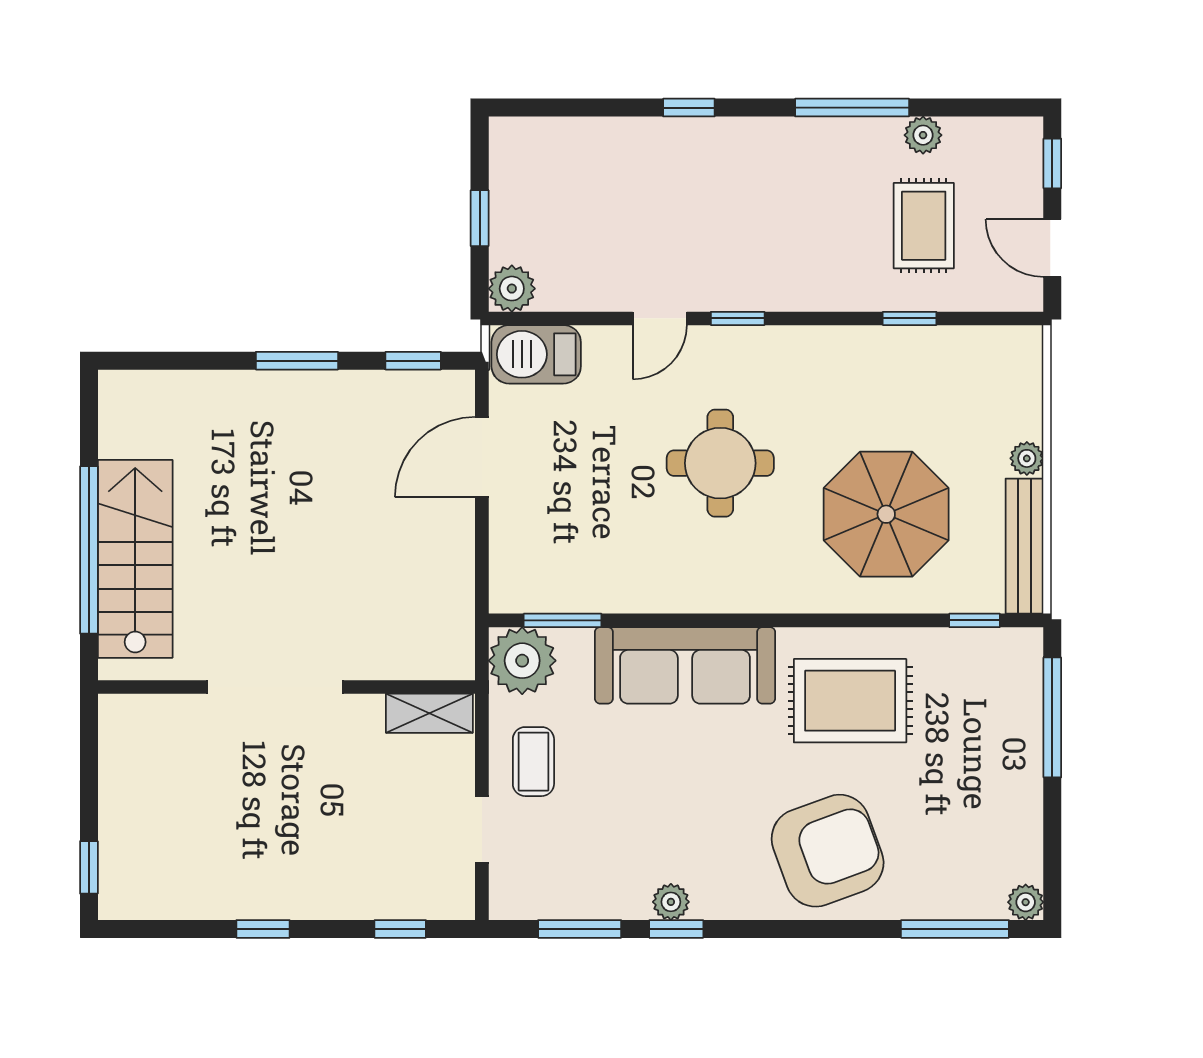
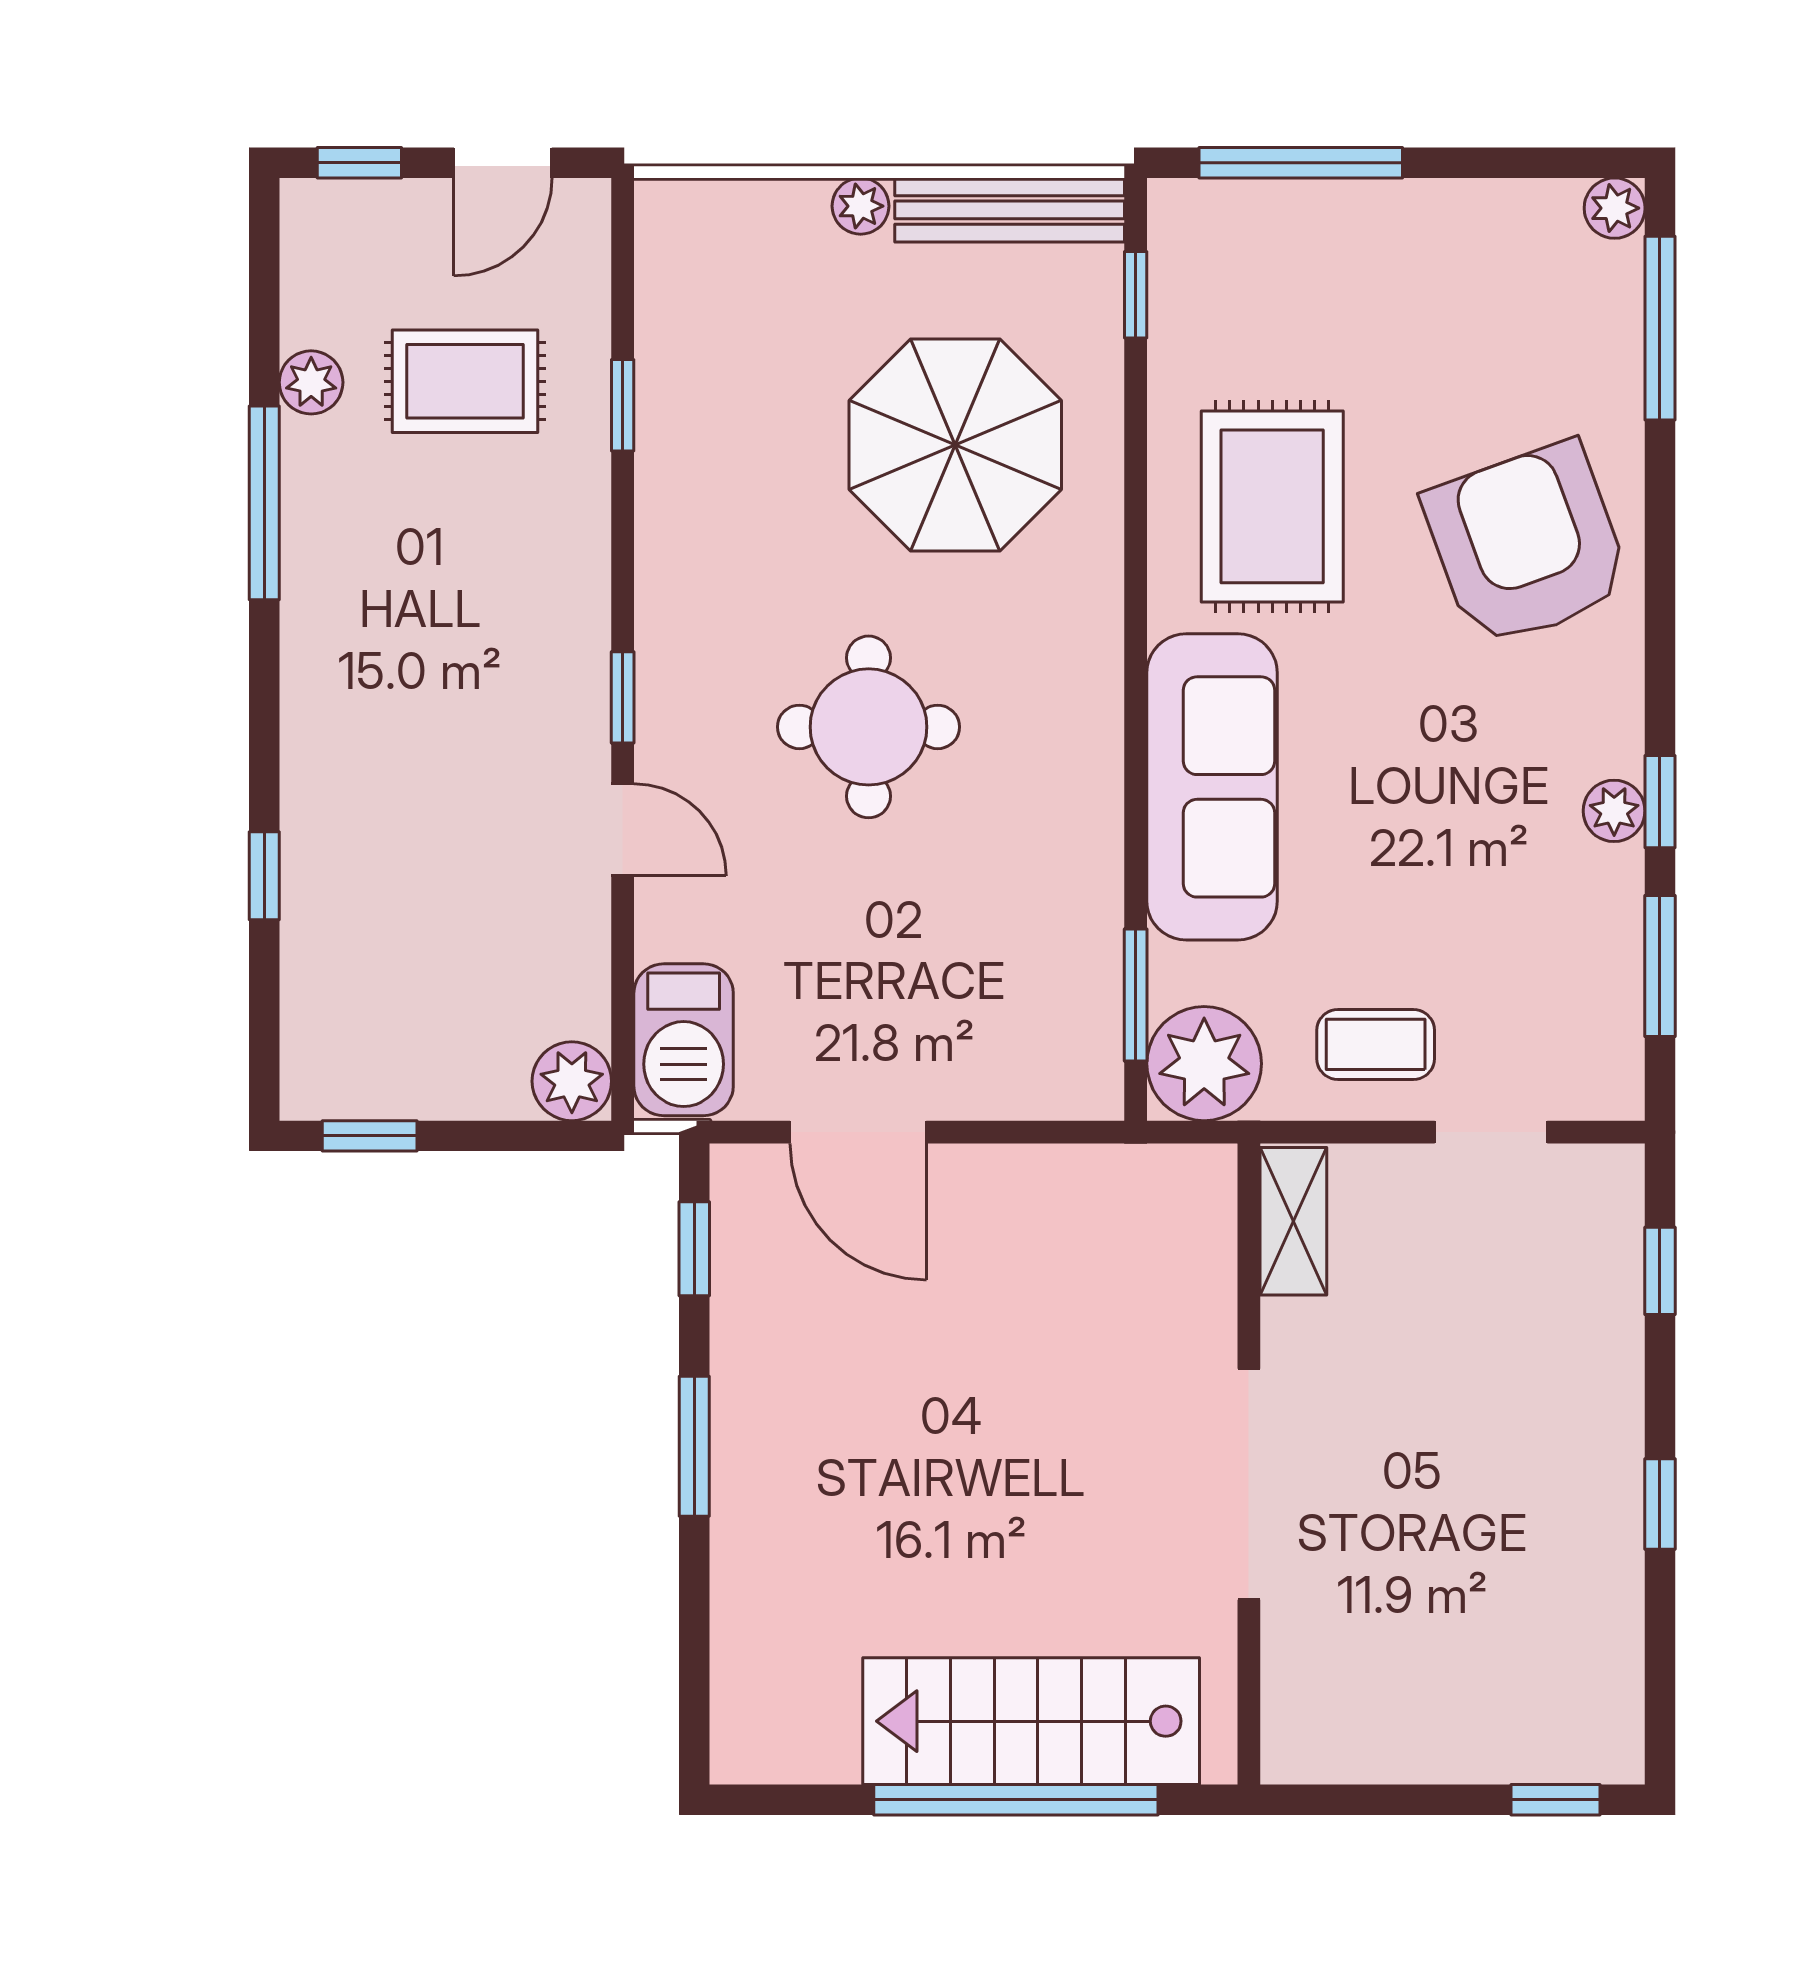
window: (689, 108) -> (264, 876), moved
window: (480, 218) -> (370, 1136), moved

